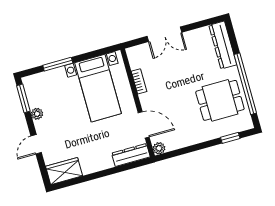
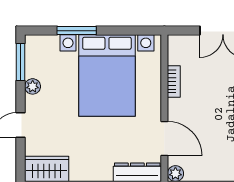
bed with nightstands: (98, 88) -> (107, 75), width x1.36

